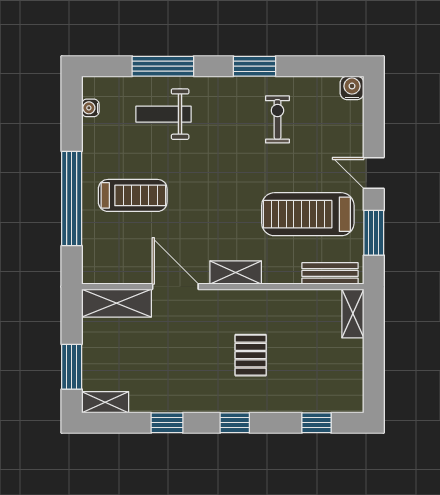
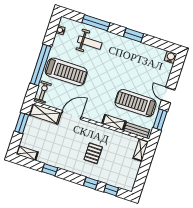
weight bench: (164, 114) -> (90, 43), turned 180
exercise bike: (277, 119) -> (43, 92), moved
treadmill: (133, 195) -> (66, 72), width x1.37, depth x1.38
shelving: (236, 272) -> (114, 122), moved
door: (175, 287) -> (71, 115), hinge flipped
window: (72, 367) -> (22, 123), moved
window: (235, 423) -> (91, 183), moved

